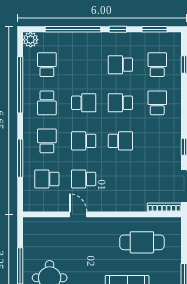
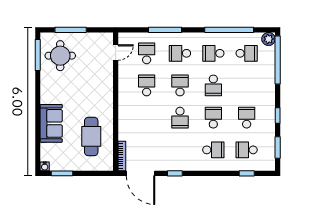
window: (73, 29) -> (278, 60), moved
school desk: (157, 65) -> (247, 150), turned 180
school desk: (47, 141) -> (180, 53), turned 180
door: (78, 214) -> (116, 52), moved

